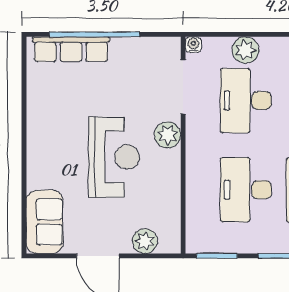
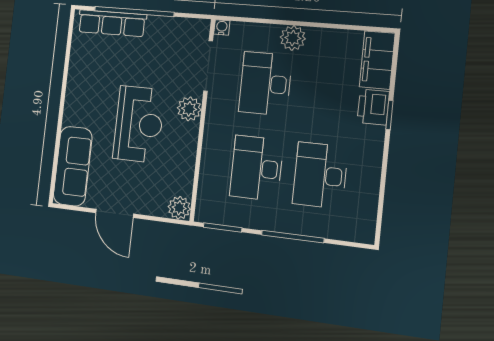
plant: (245, 50) -> (293, 38), moved
sofa: (45, 222) -> (73, 166), width x1.36
plant: (145, 241) -> (179, 208), moved

